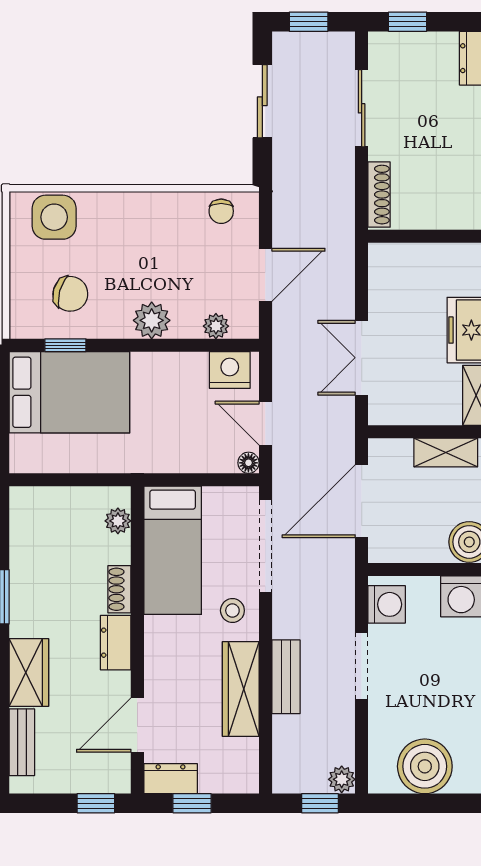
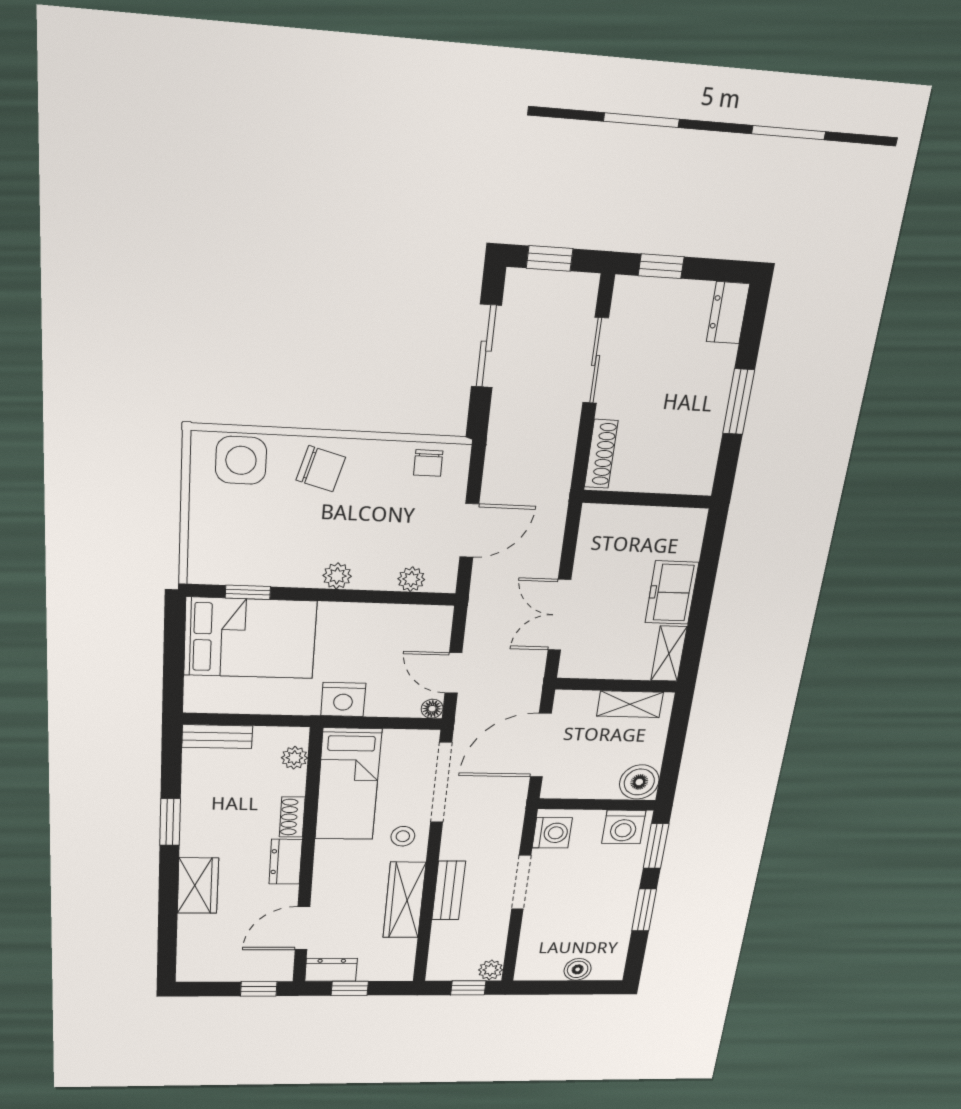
chair: (70, 294) -> (321, 469), moved
plant: (152, 320) -> (337, 576), width x0.73, depth x0.73
nightstand: (230, 370) -> (343, 699), moved, turned 180
bench: (22, 742) -> (217, 737), moved, turned 90
boiler: (425, 766) -> (578, 969), width x0.54, depth x0.54

